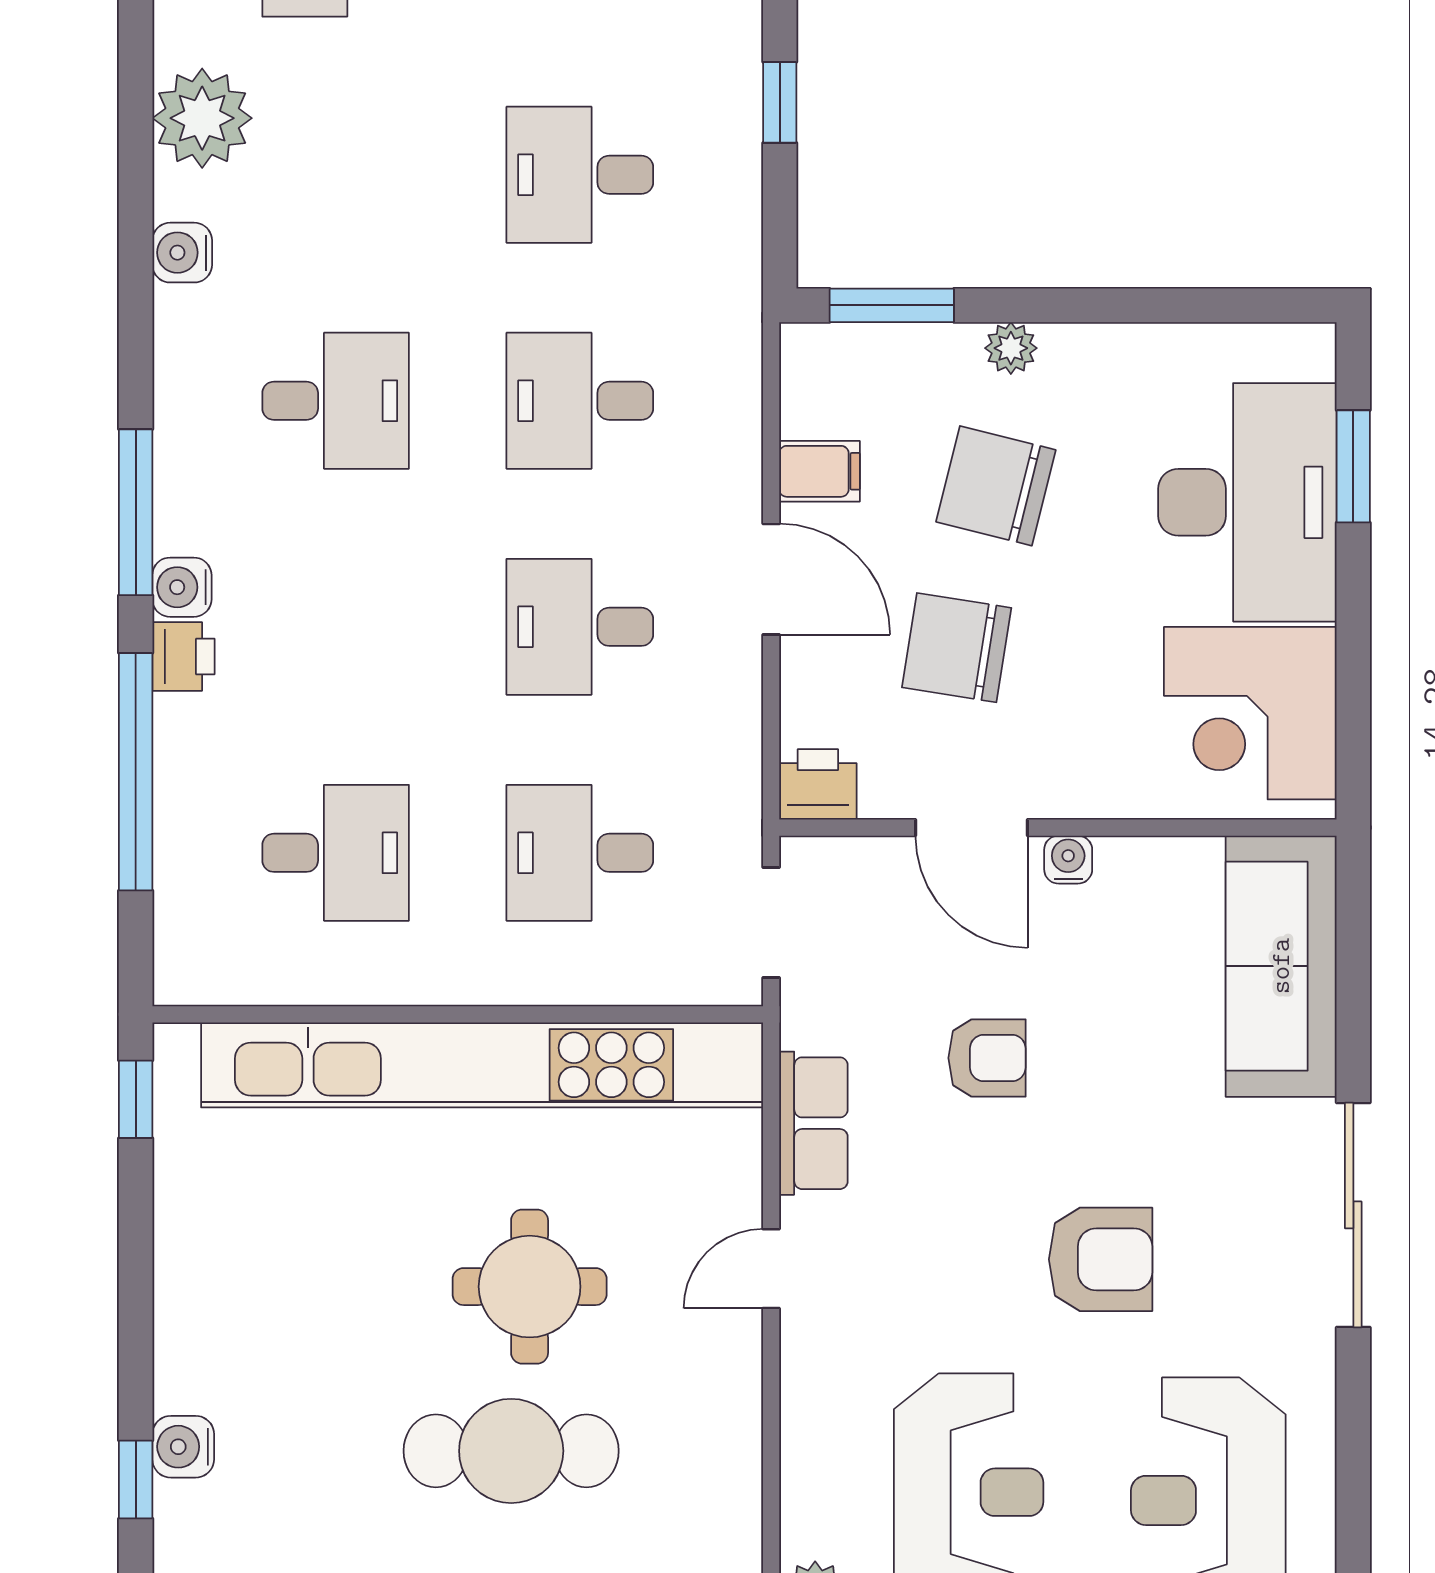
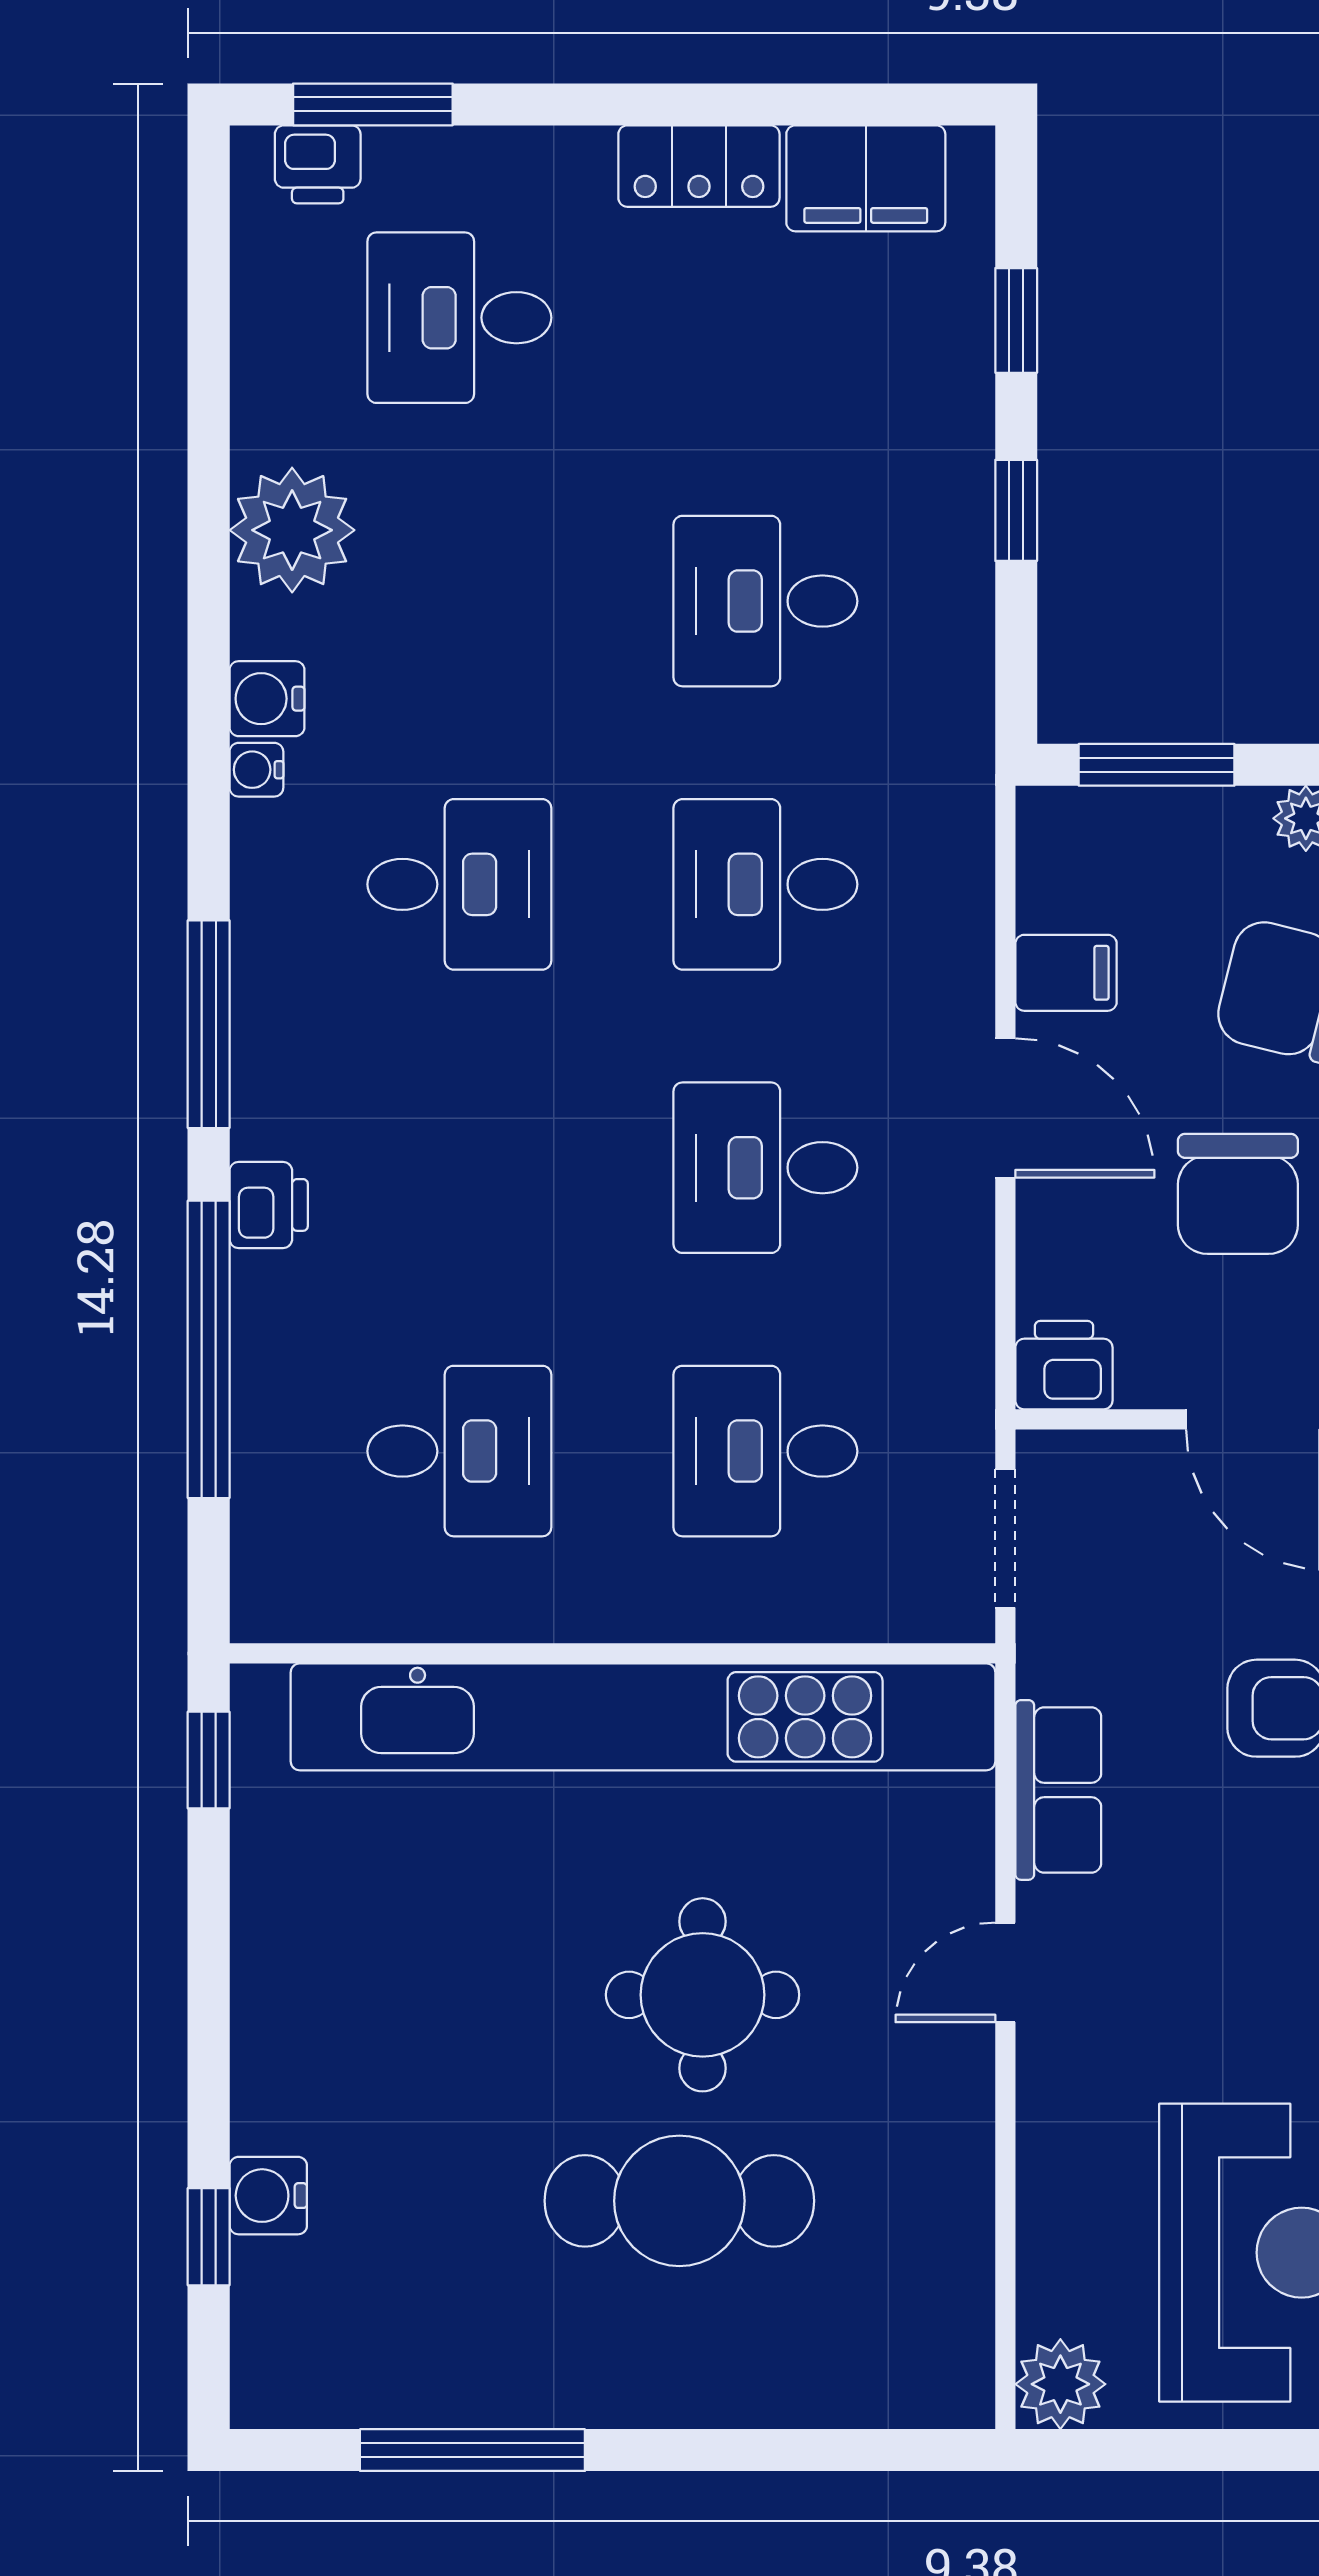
water cooler: (182, 587) -> (256, 770), moved, width x0.72, depth x0.72
chair: (957, 648) -> (1238, 1194), turned -99

